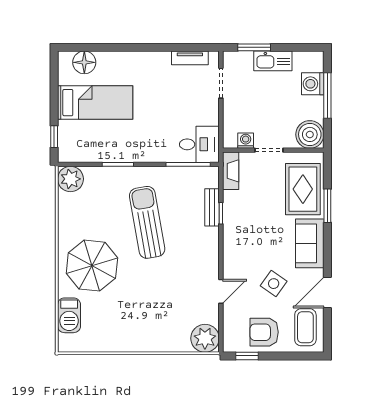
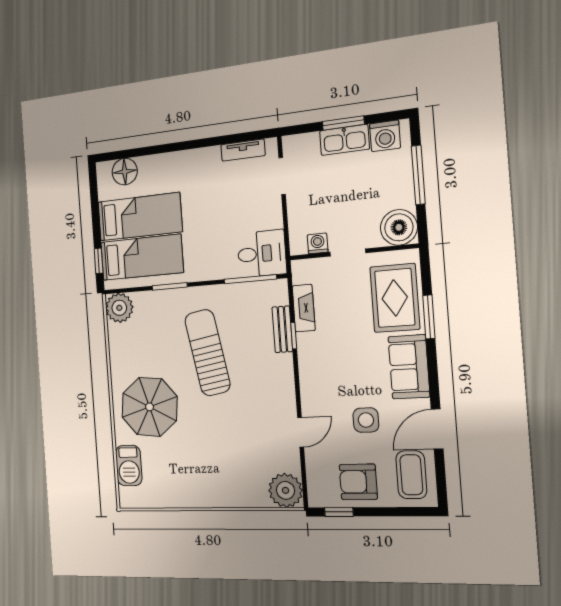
window: (254, 47) -> (343, 123), moved
washing machine: (313, 84) -> (385, 136), moved, turned -90
bed: (94, 137) -> (142, 257), added
fireplace: (231, 171) -> (304, 308), moved
side table: (274, 284) -> (366, 420), turned -35

